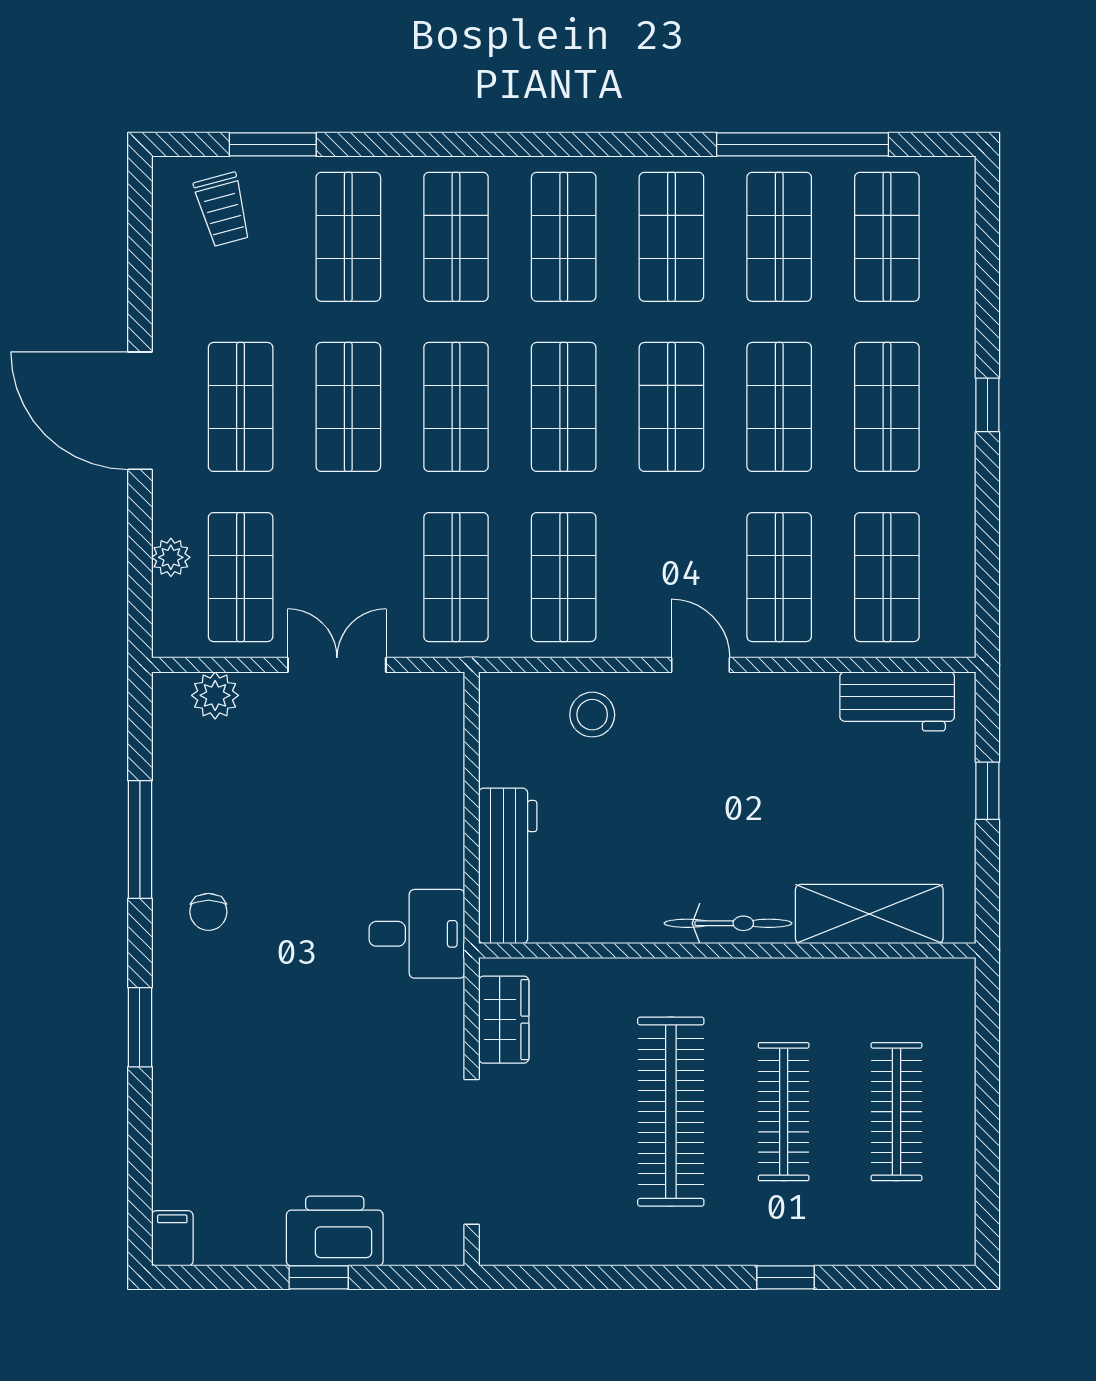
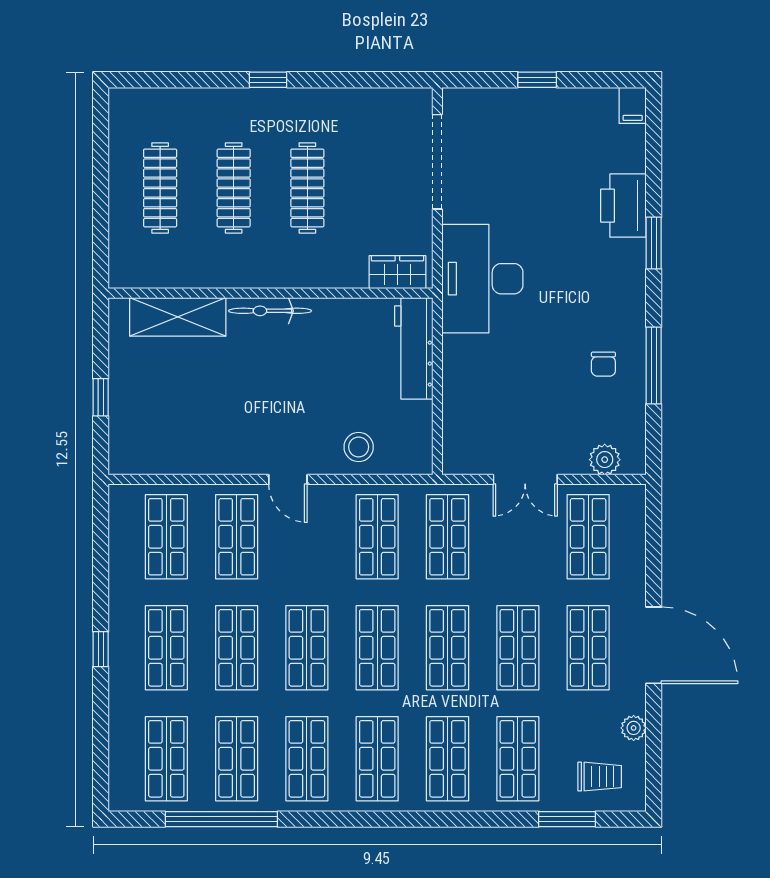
trolley: (223, 210) -> (600, 777), turned 105
plant: (171, 557) -> (634, 728), moved
workbench: (897, 701) -> (160, 456), removed
chair: (208, 912) -> (603, 364), moved, turned 180
desk: (417, 934) -> (482, 279), width x1.87, depth x1.30
wardrobe: (504, 1020) -> (397, 272), moved, turned 90
clothes rail: (671, 1112) -> (307, 188), width x0.73, depth x0.76
printer: (335, 1231) -> (623, 206), moved, turned 90
window: (786, 1277) -> (268, 80), moved

